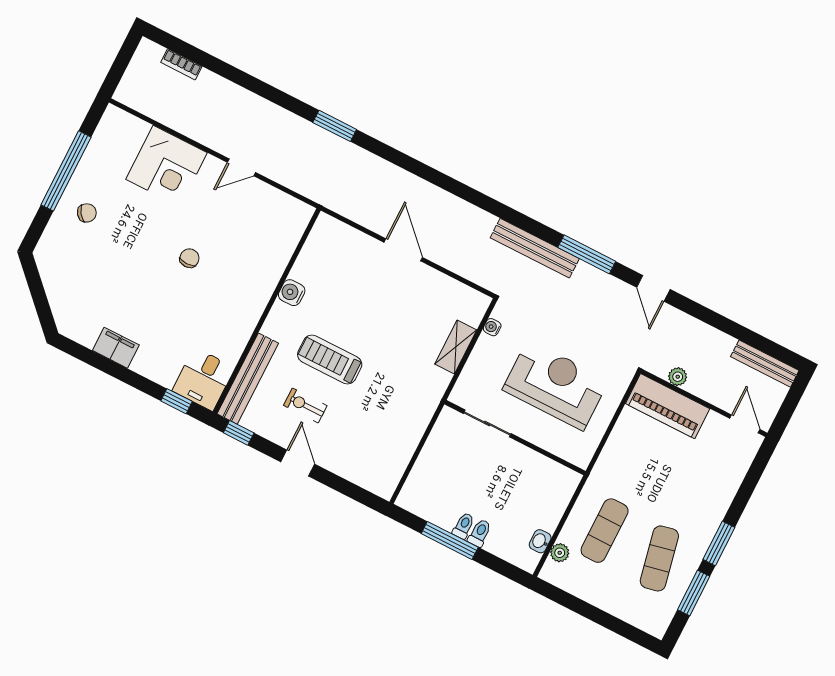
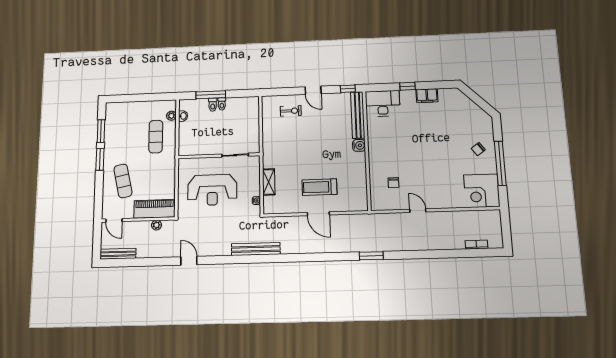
window: (335, 126) -> (371, 256), moved
corner desk: (167, 166) -> (482, 191), moved, turned -90
door: (241, 167) -> (418, 211), hinge flipped
window: (587, 254) -> (229, 260), removed
chair: (189, 258) -> (393, 183), moved
water cooler: (292, 293) -> (359, 145), moved
treadmill: (330, 360) -> (320, 187), moved, turned 180
desk: (203, 379) -> (383, 103), width x1.37
window: (176, 401) -> (408, 86), moved
exercise bike: (305, 405) -> (291, 111), moved
window: (450, 540) -> (211, 95), moved
exercise mat: (659, 558) -> (123, 181), moved

